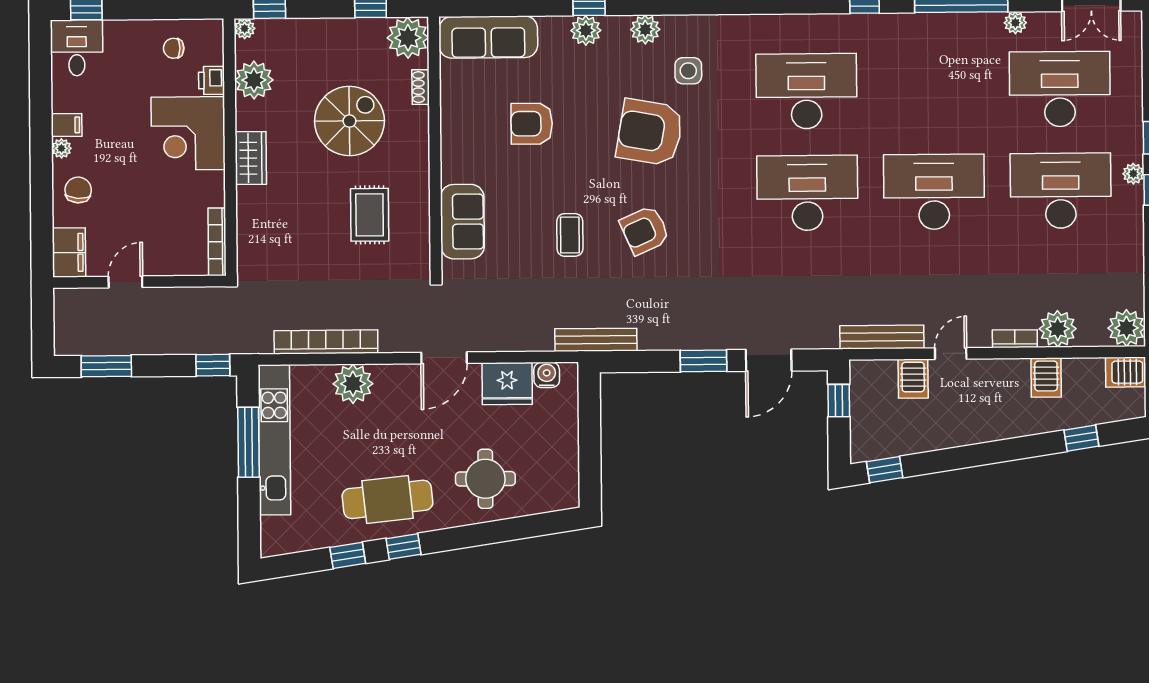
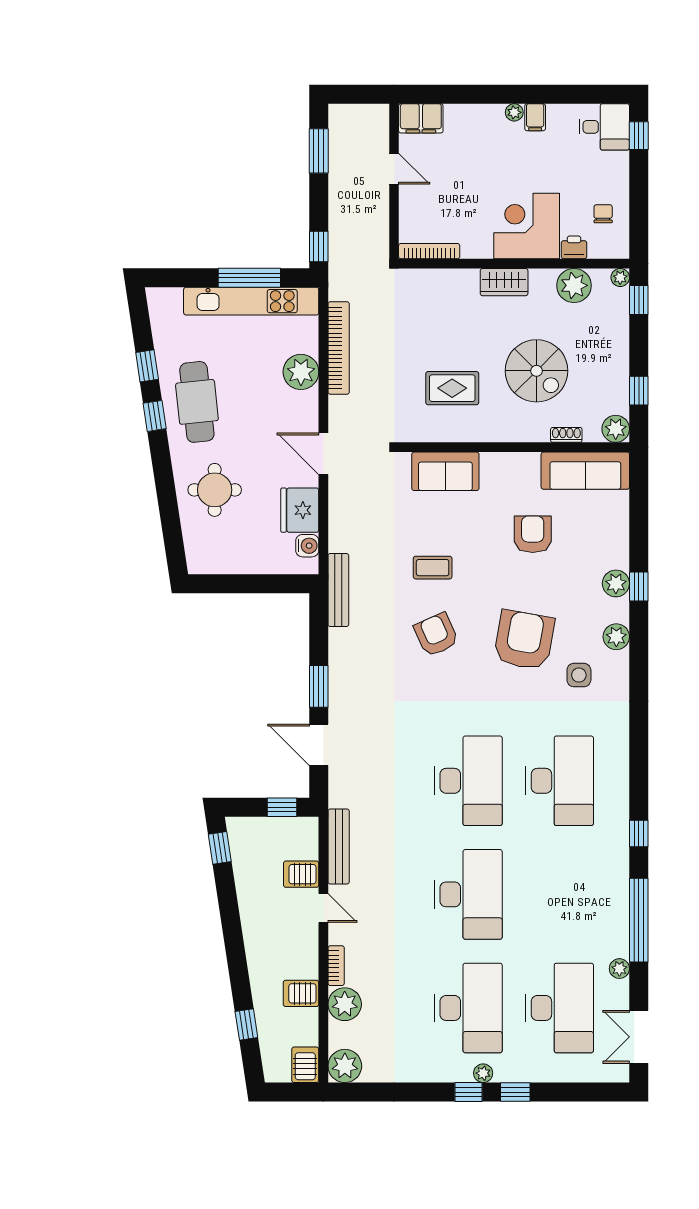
sofa: (488, 37) -> (585, 471), moved, turned -90
plant: (408, 38) -> (616, 429), width x0.73, depth x0.73
chair: (78, 190) -> (477, 127), removed

